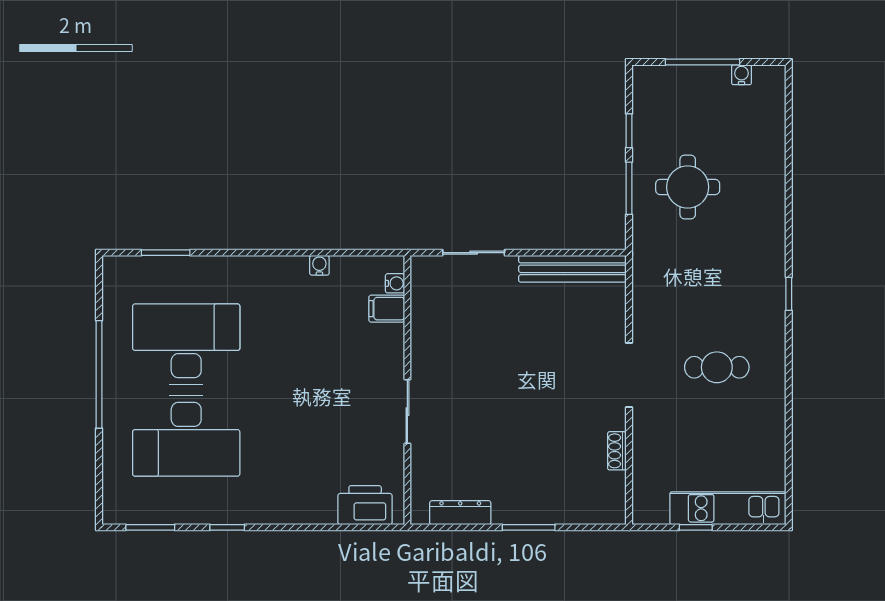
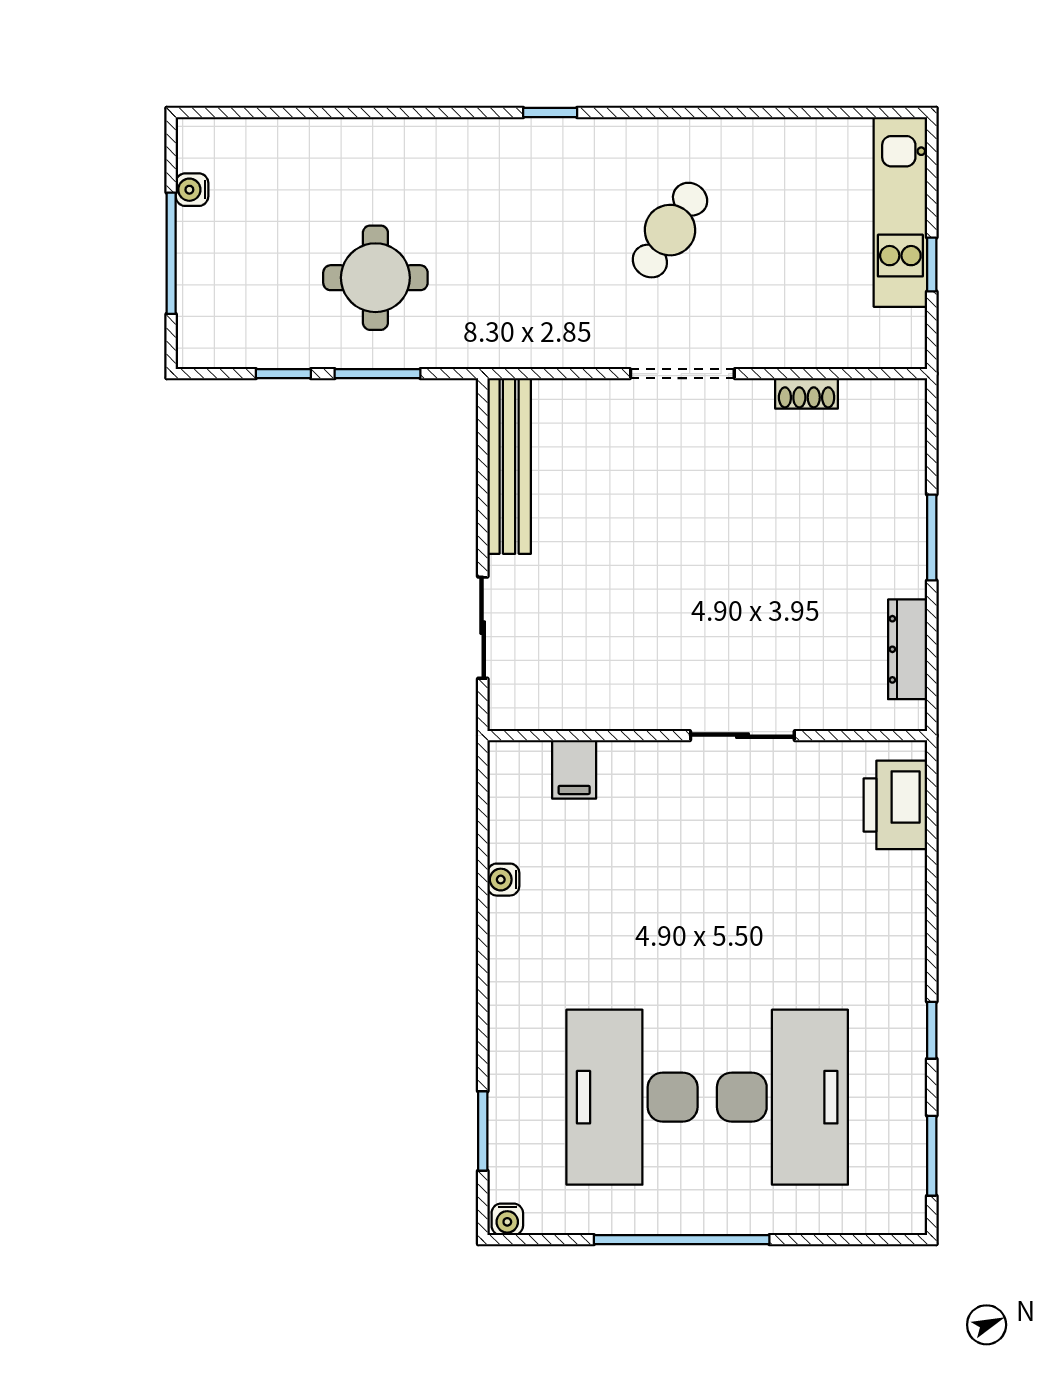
water cooler: (395, 283) -> (507, 1219), moved, turned 180
cafe table: (717, 367) -> (670, 230), turned 33

